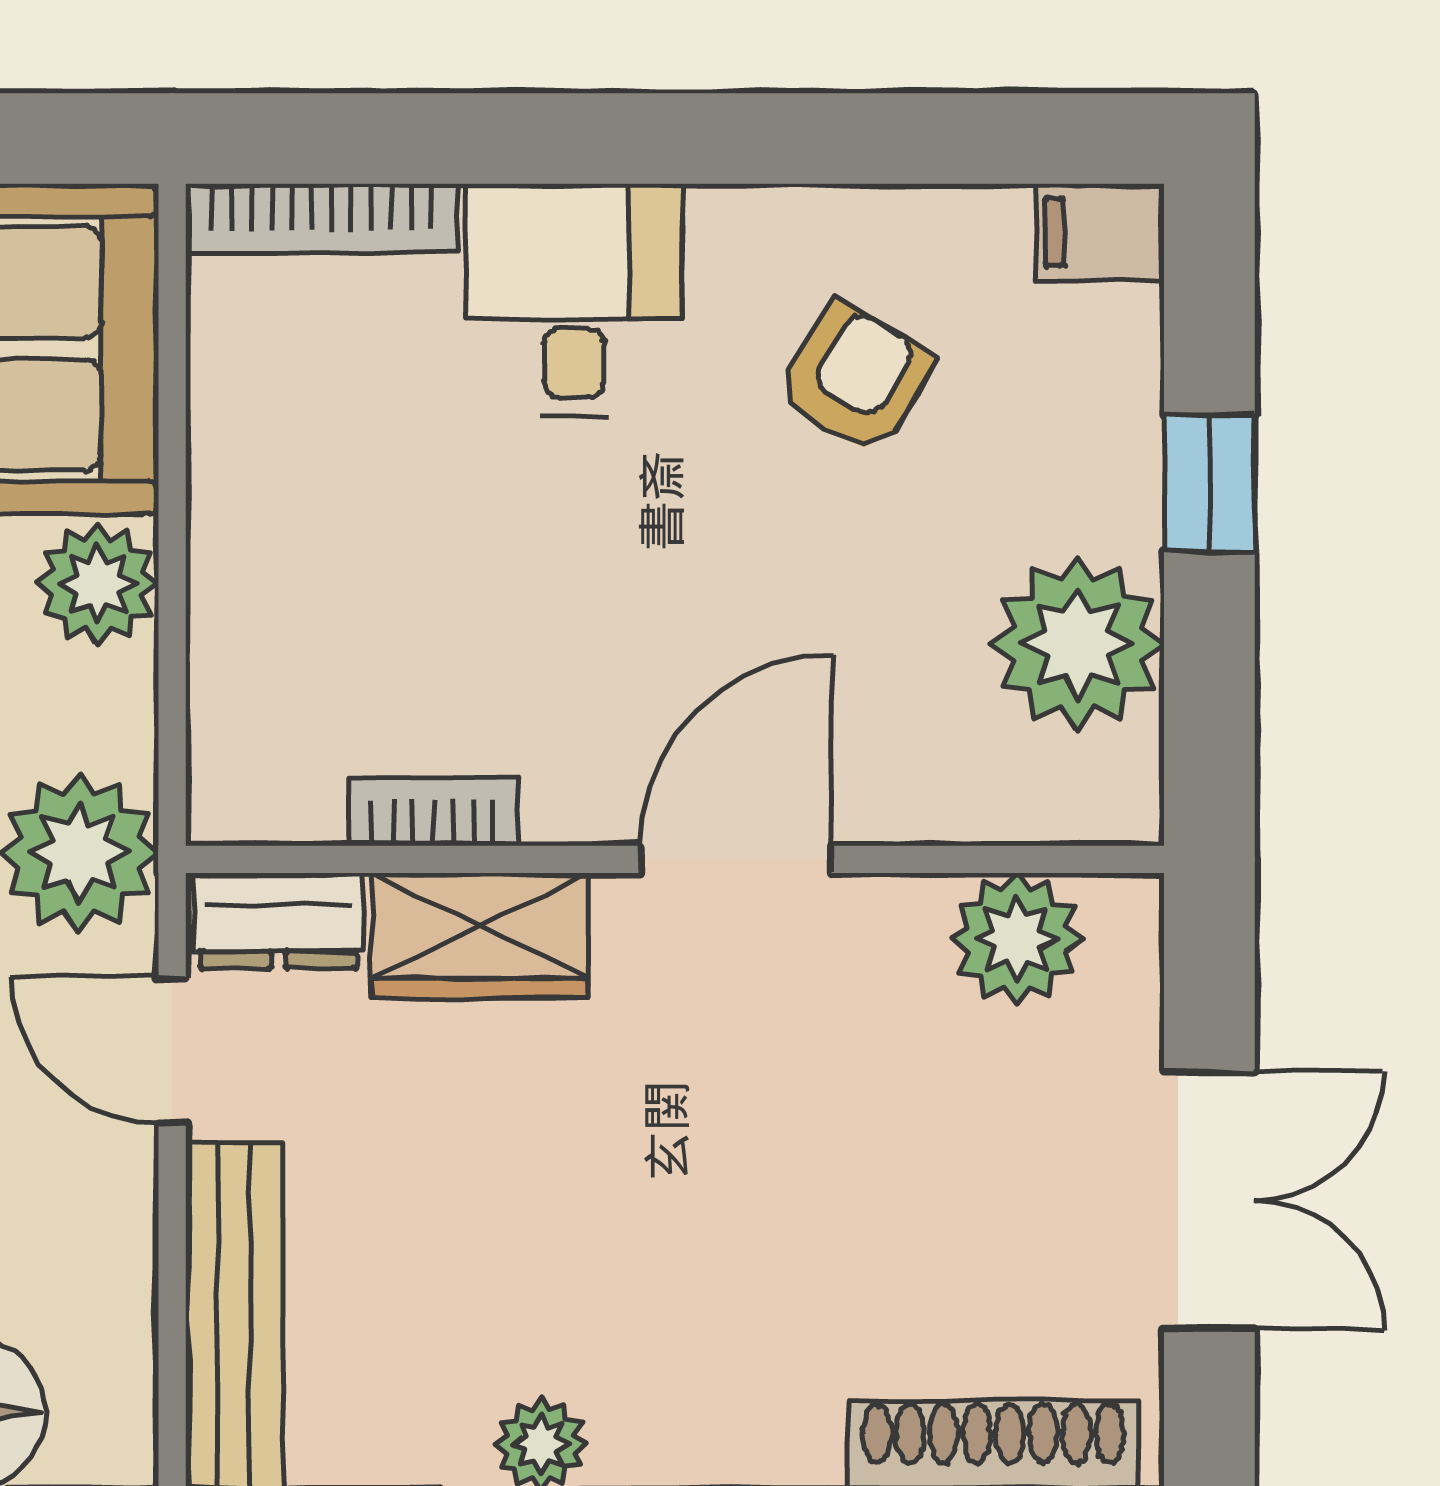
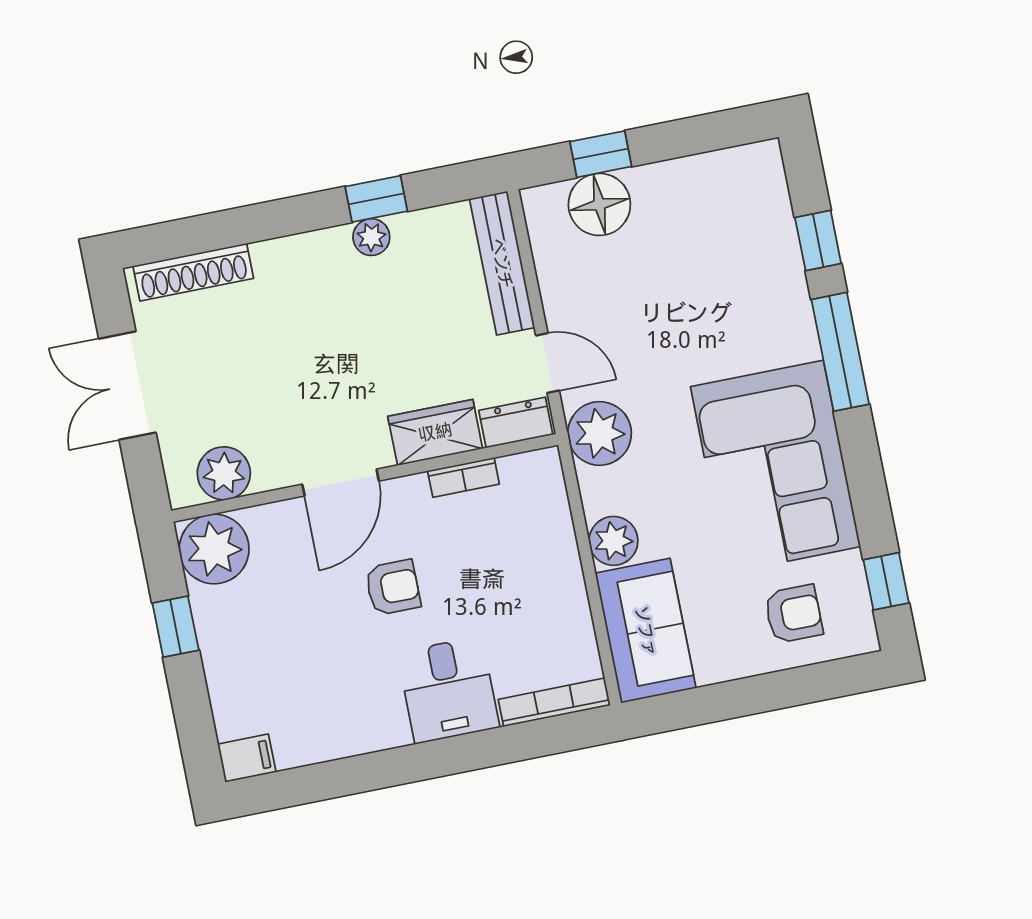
armchair: (855, 379) -> (393, 587), moved, turned -121
window: (1209, 483) -> (176, 627), moved
plant: (1077, 644) -> (214, 549), moved

